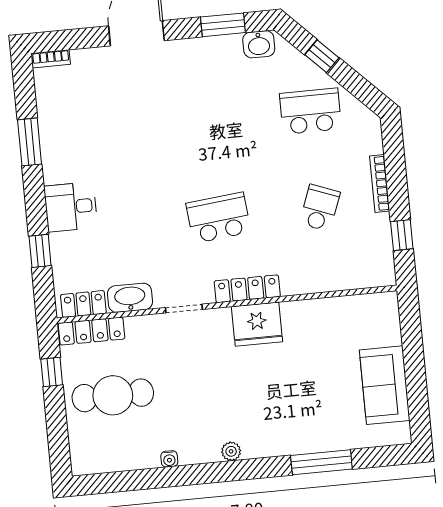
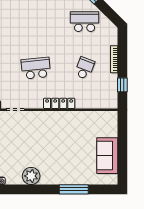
locker: (247, 289) -> (59, 103), moved
fridge: (257, 324) -> (49, 121), removed
plant: (231, 451) -> (31, 176), width x1.88, depth x1.88

